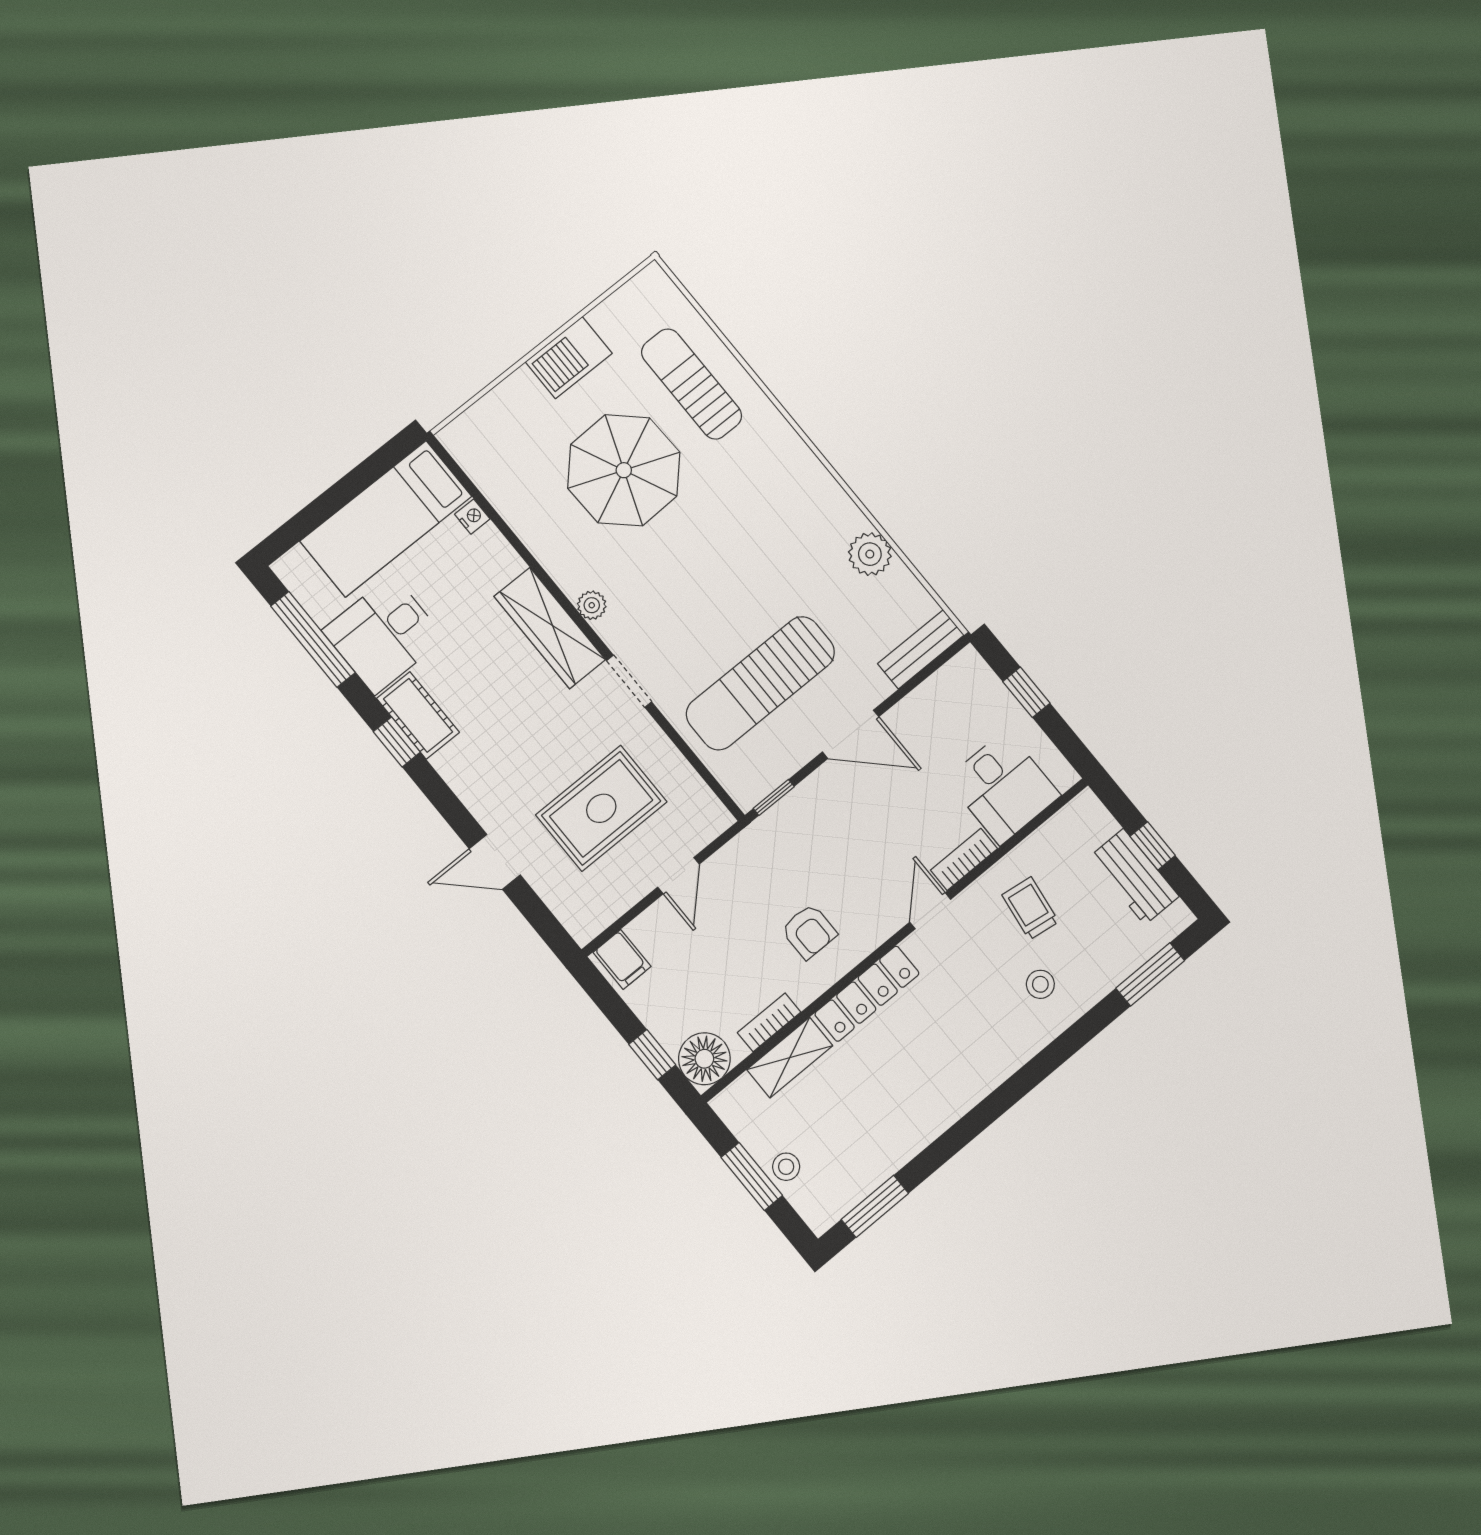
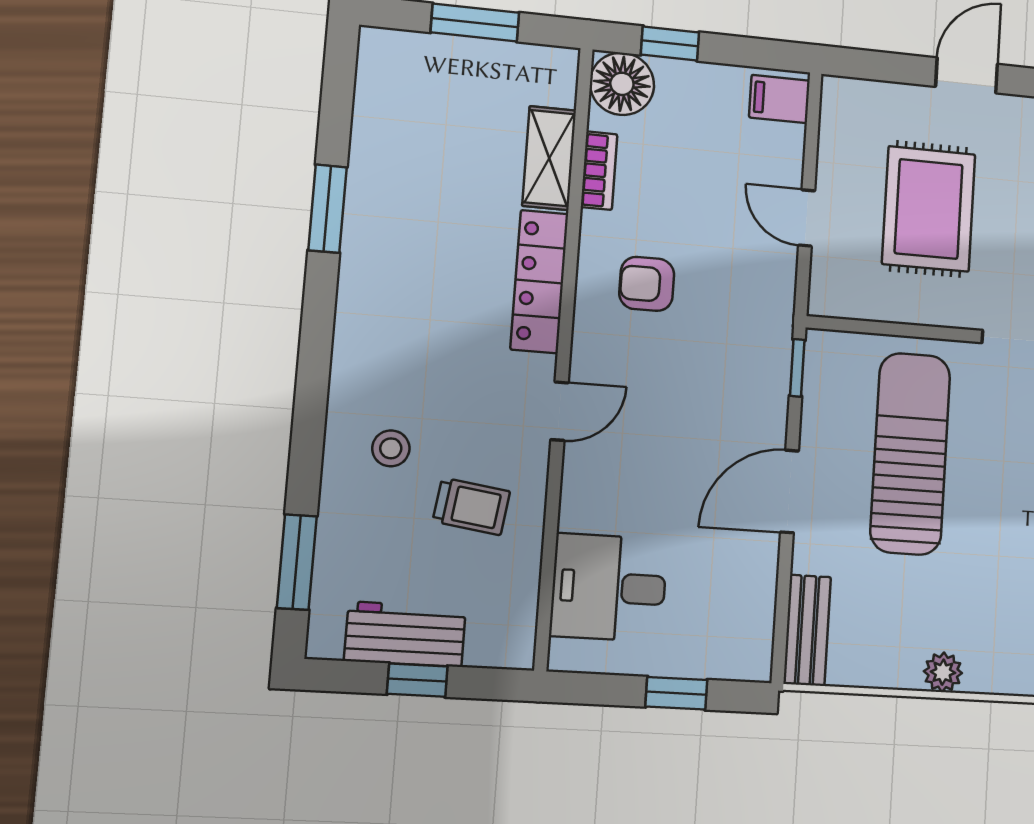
plant: (870, 554) -> (943, 672), width x0.73, depth x0.73
bookcase: (964, 859) -> (577, 487), removed
door: (930, 911) -> (559, 411), hinge flipped
stool: (786, 1167) -> (453, 60), removed
window: (875, 1206) -> (327, 209), moved

